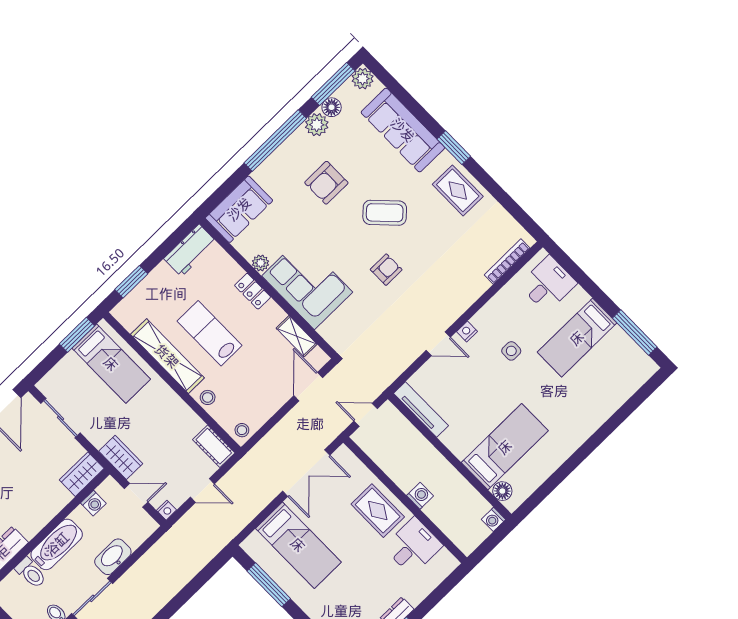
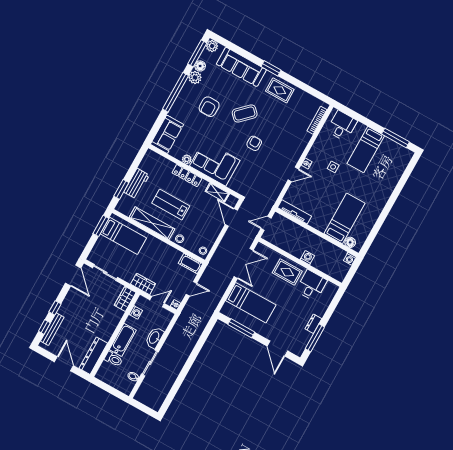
workbench: (190, 250) -> (137, 183), moved
locker: (253, 291) -> (187, 176), width x1.53

